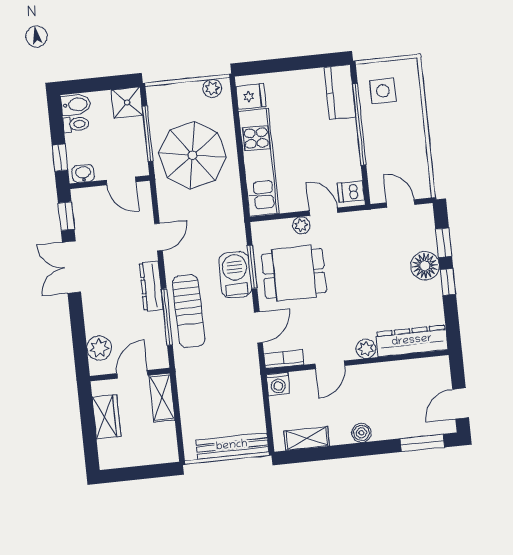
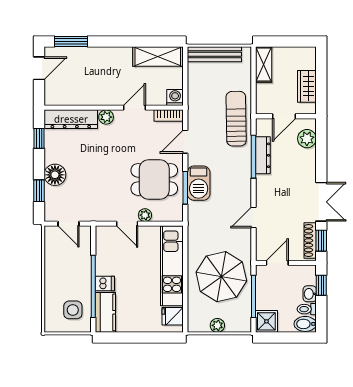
plant: (212, 88) -> (217, 325), moved
washbasin: (83, 173) -> (310, 294), moved, turned 90
door: (121, 181) -> (277, 263), hinge flipped
dishwasher: (351, 192) -> (105, 284), moved
shoe rack: (81, 215) -> (310, 240), added
window: (448, 282) -> (39, 138), moved
dresser: (151, 286) -> (263, 155), moved
sun lounger: (189, 311) -> (236, 119), moved
shelving: (162, 398) -> (264, 64), moved
boiler: (361, 433) -> (116, 54), removed
shelving: (307, 438) -> (158, 57), width x1.50, depth x1.33

